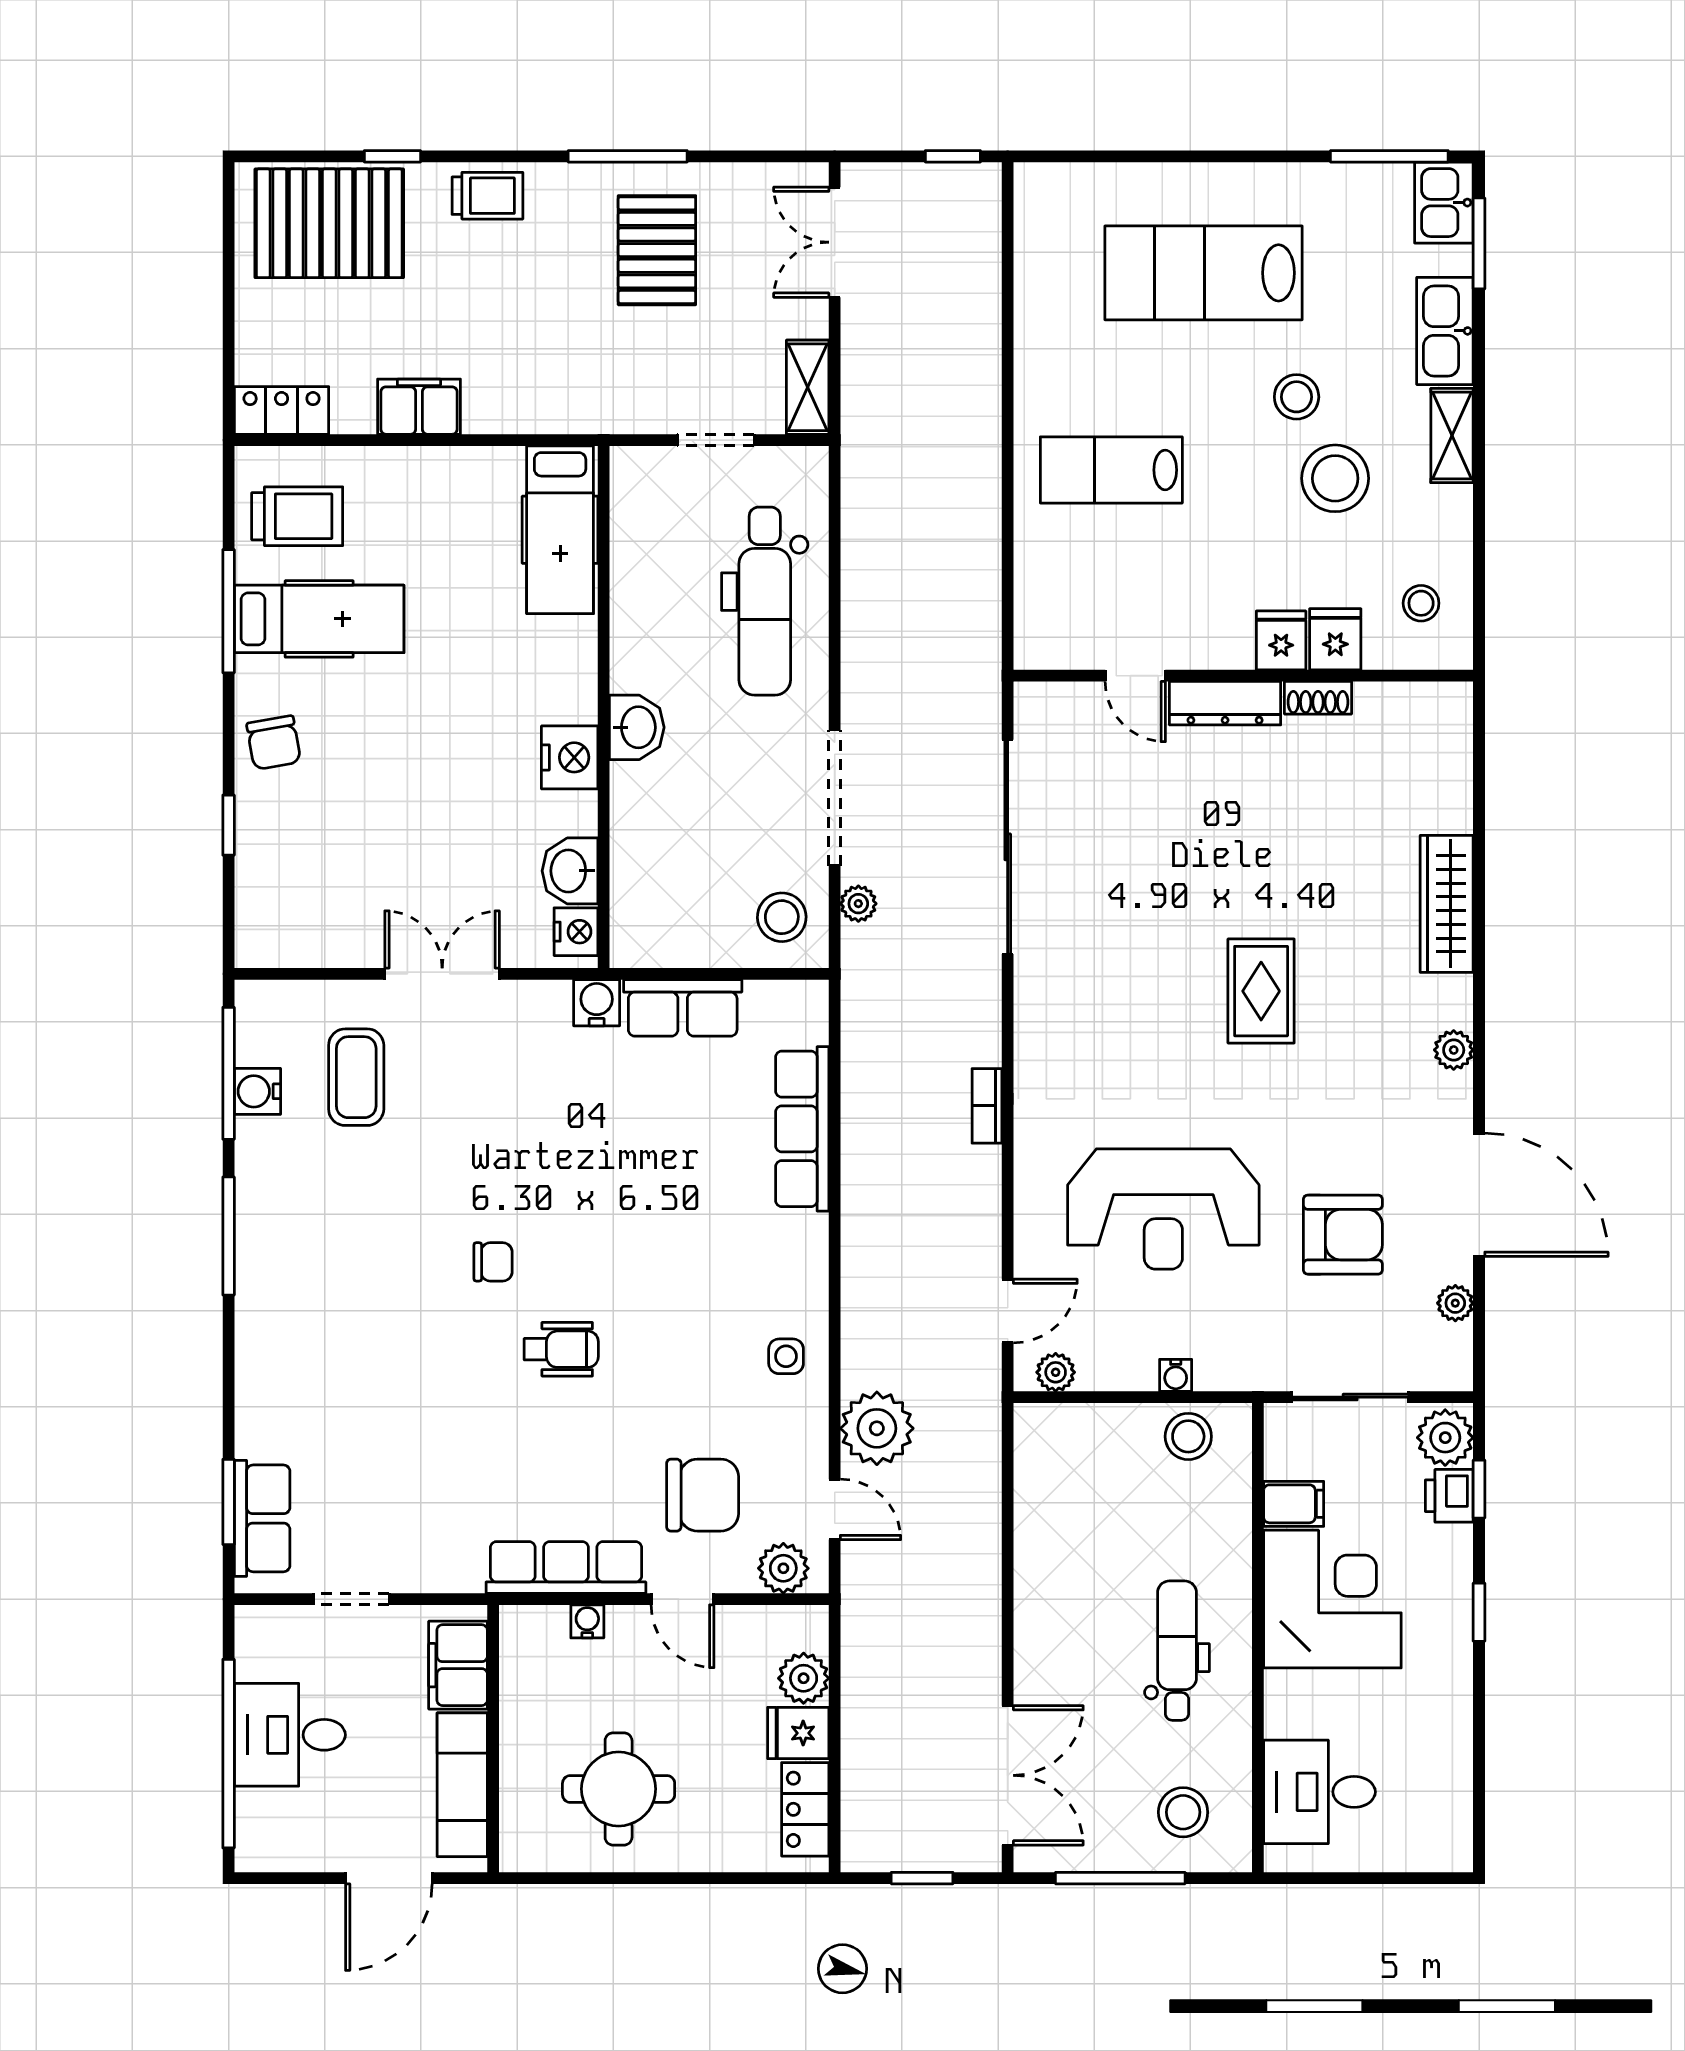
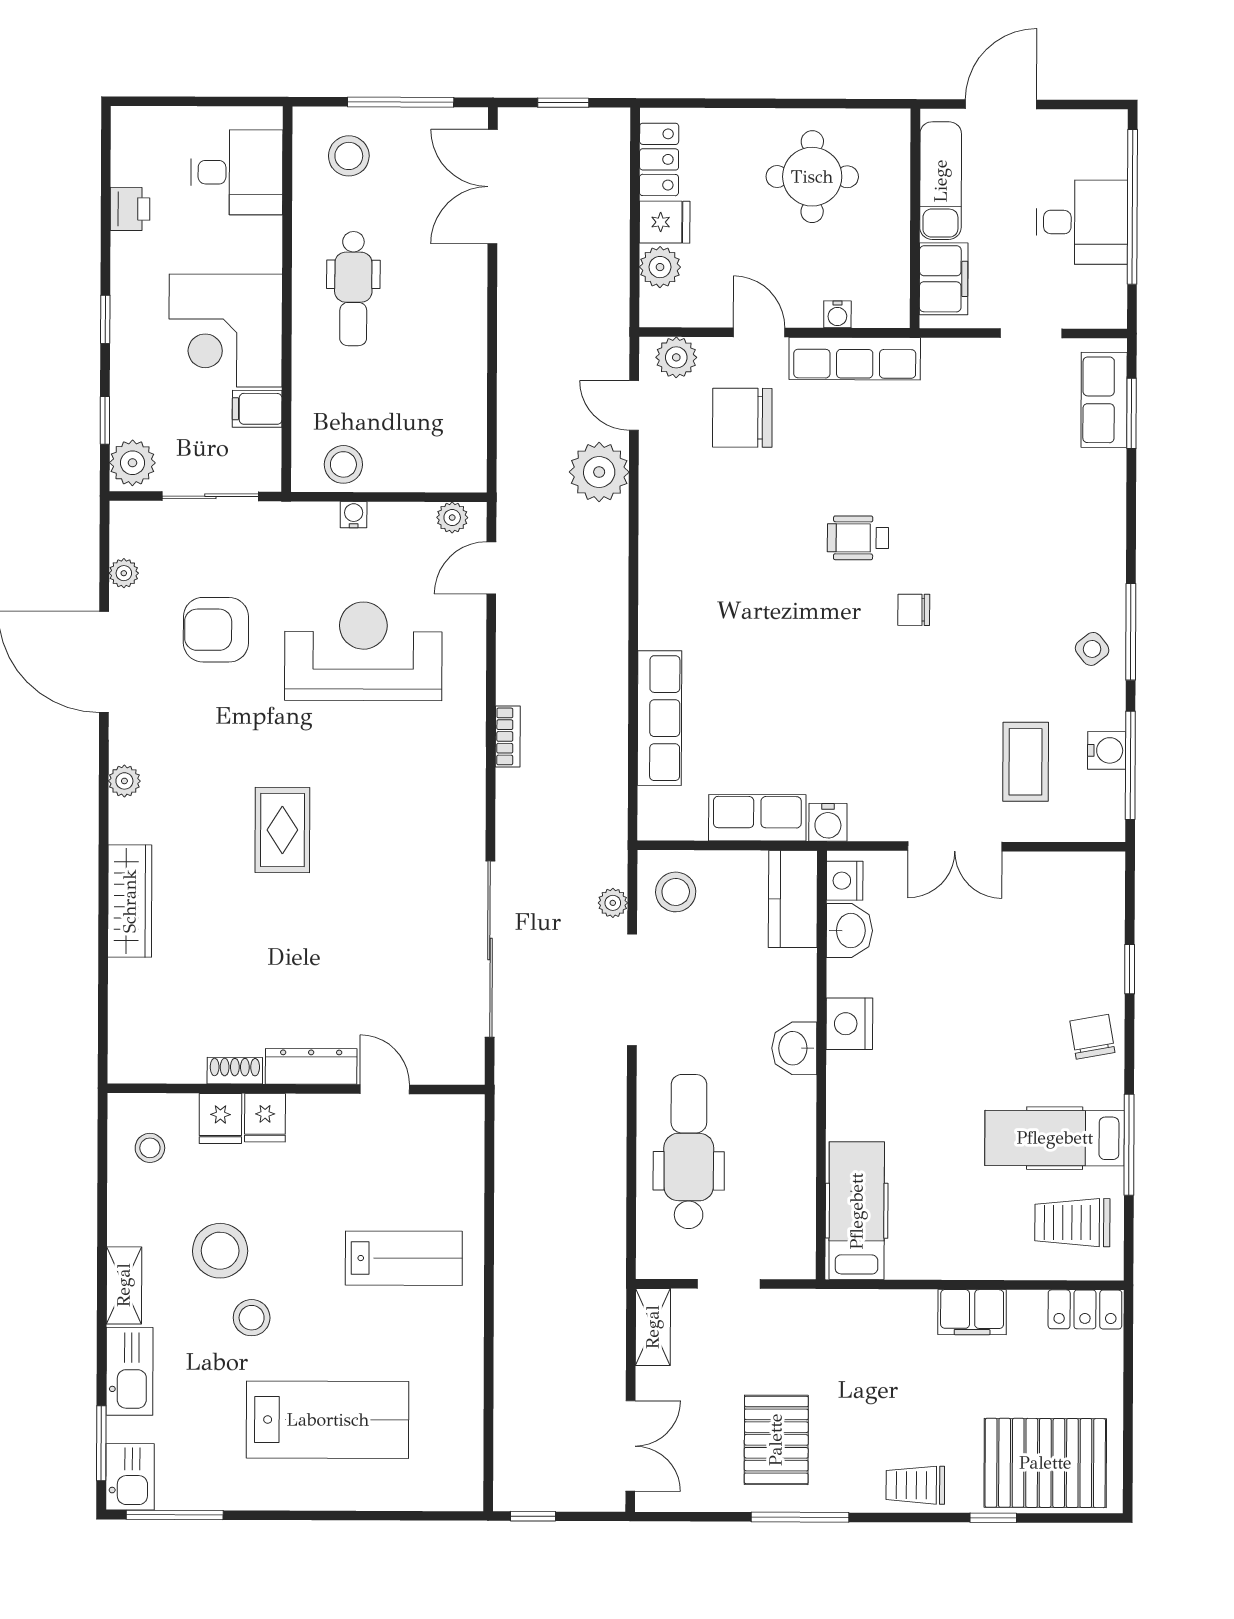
kitchen counter: (639, 909) -> (793, 899), added
side table: (786, 1356) -> (1092, 649), moved, turned -38
printer: (1449, 1496) -> (130, 209), moved

